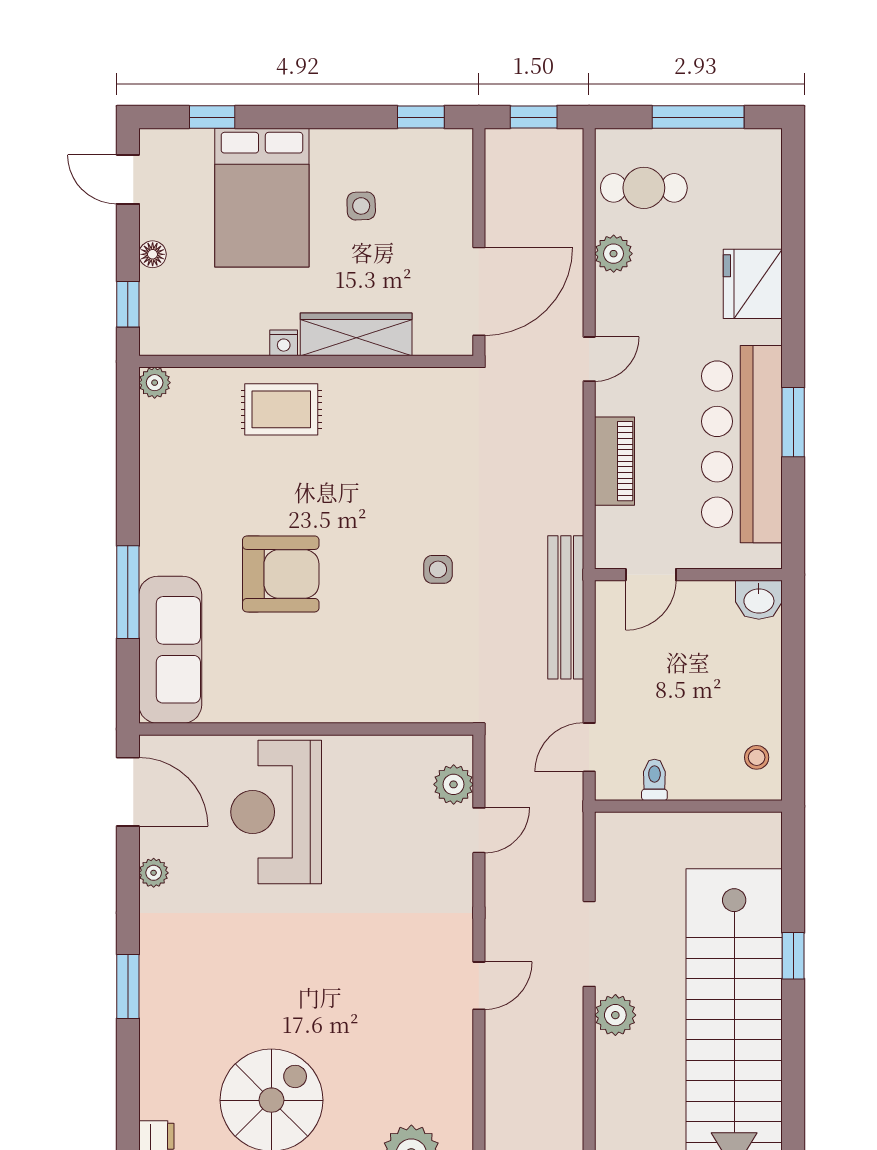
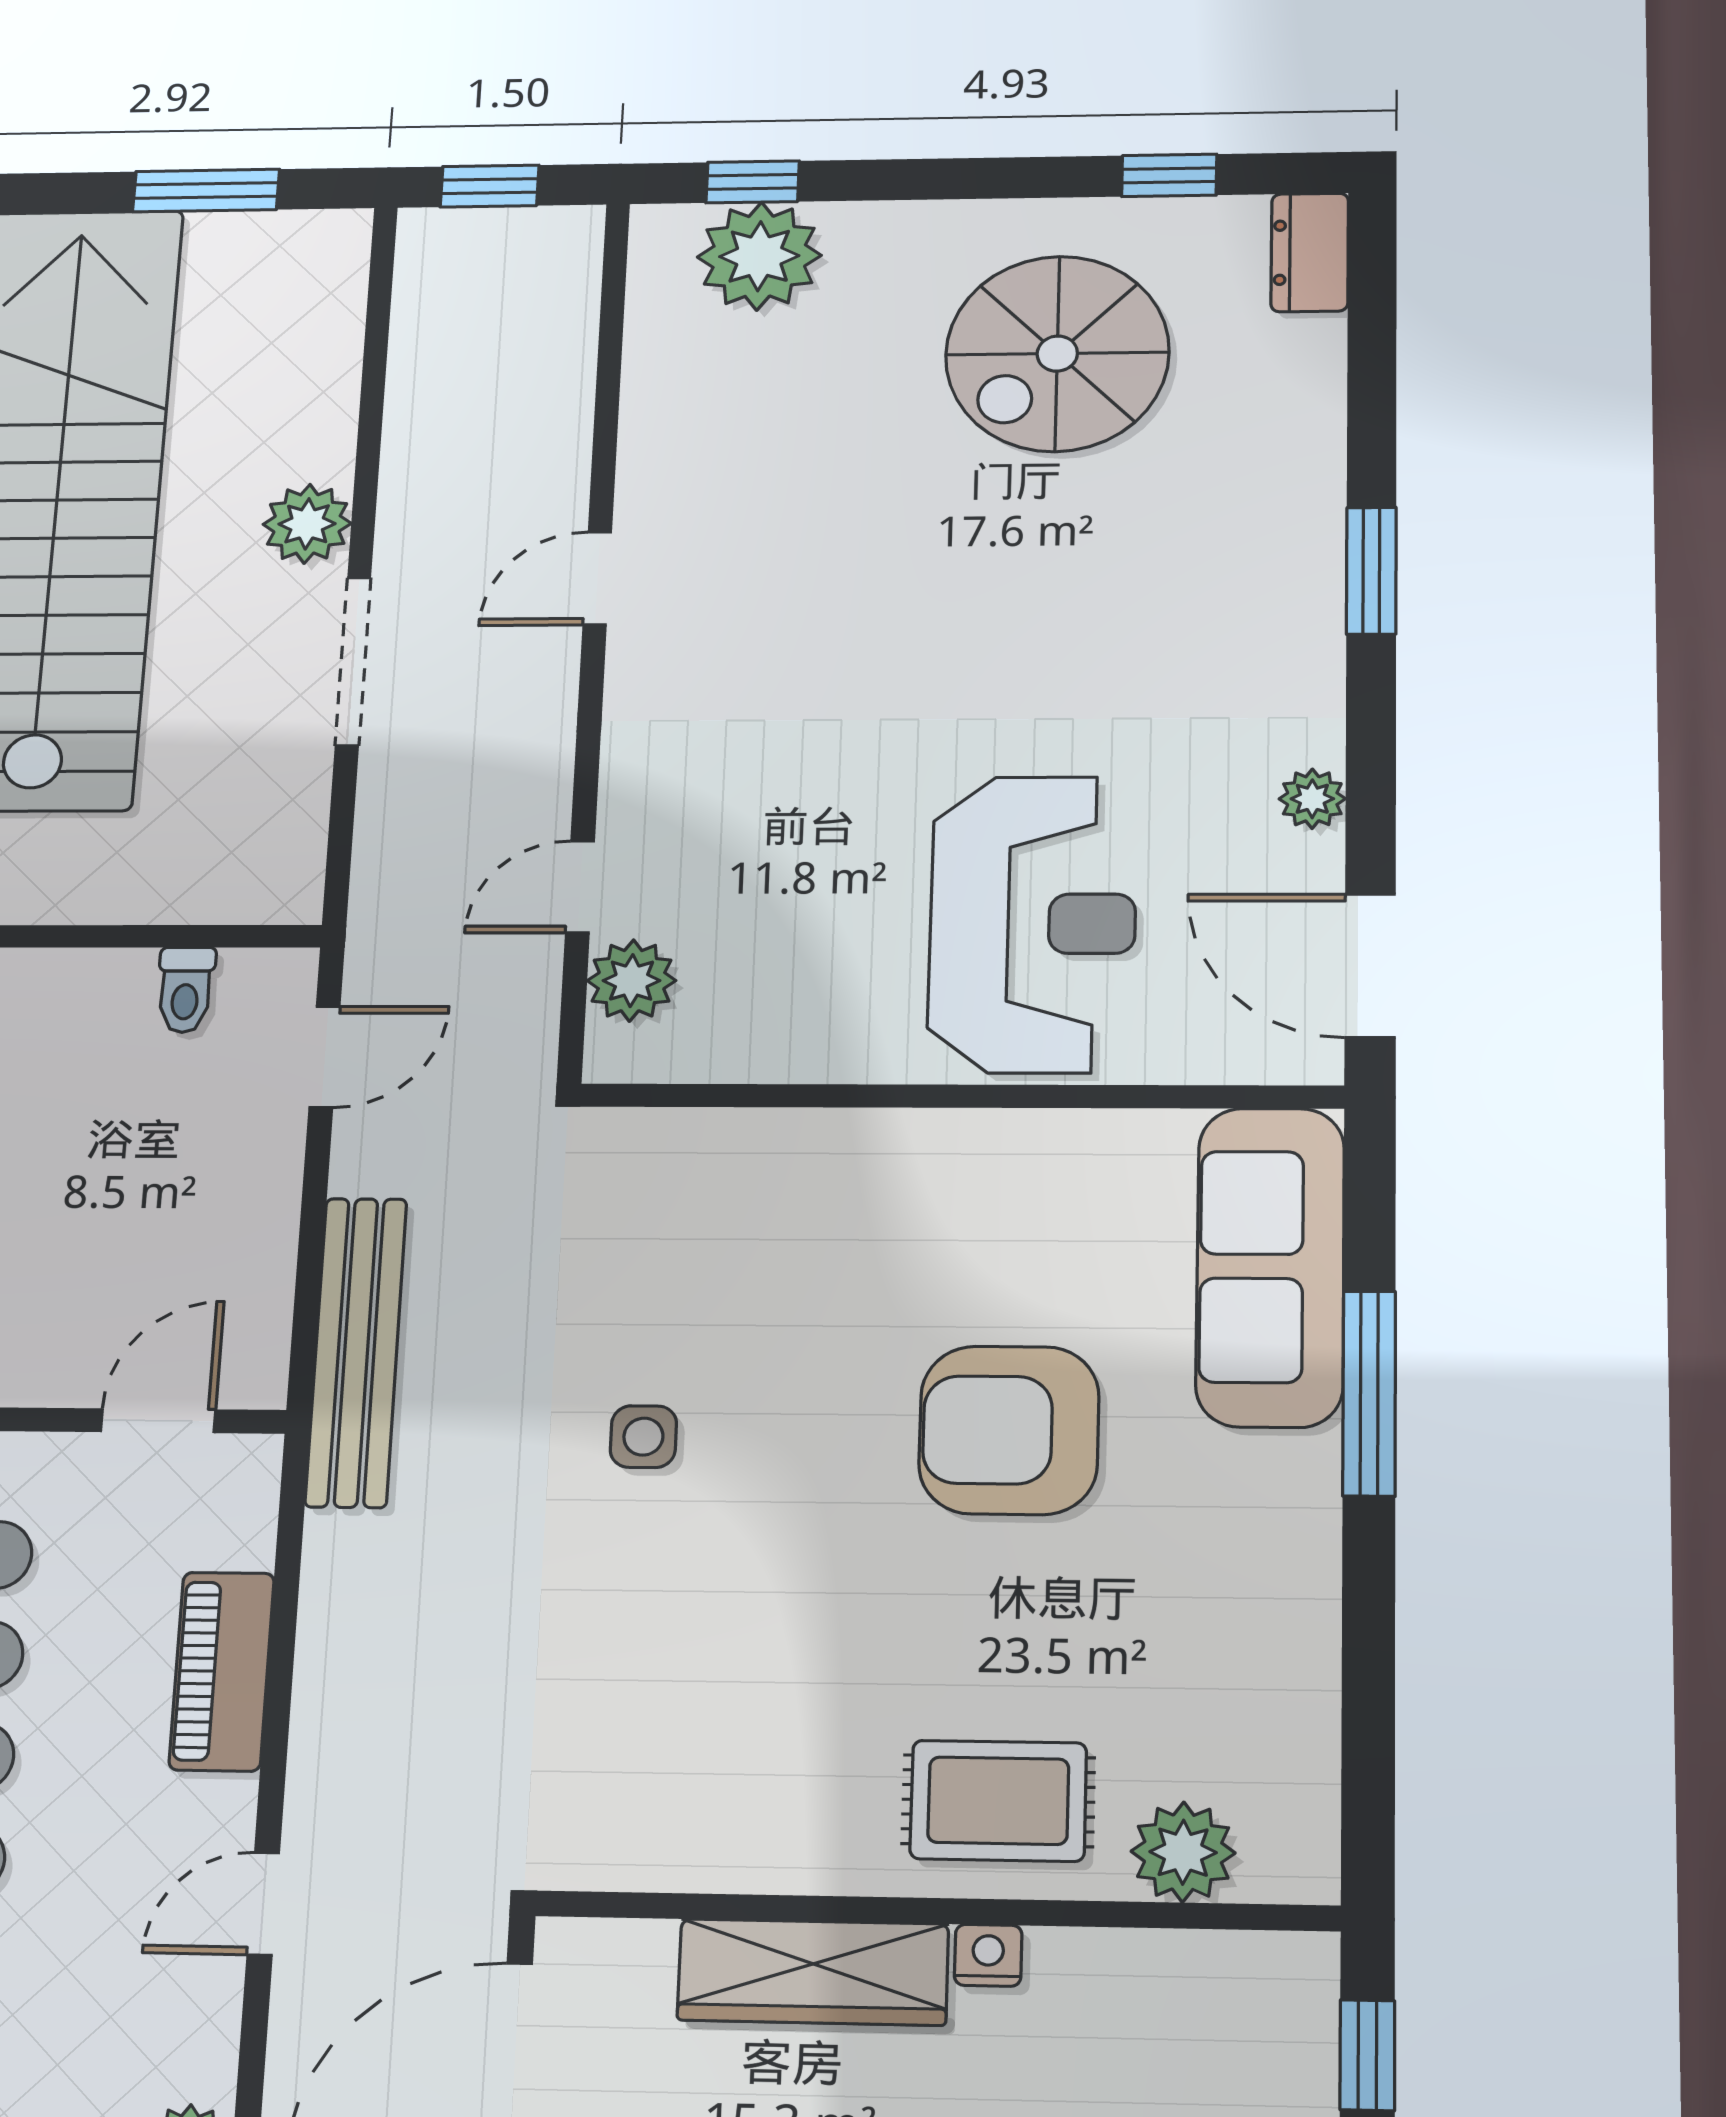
plant: (155, 383) -> (1183, 1852), moved, width x1.38, depth x1.38

